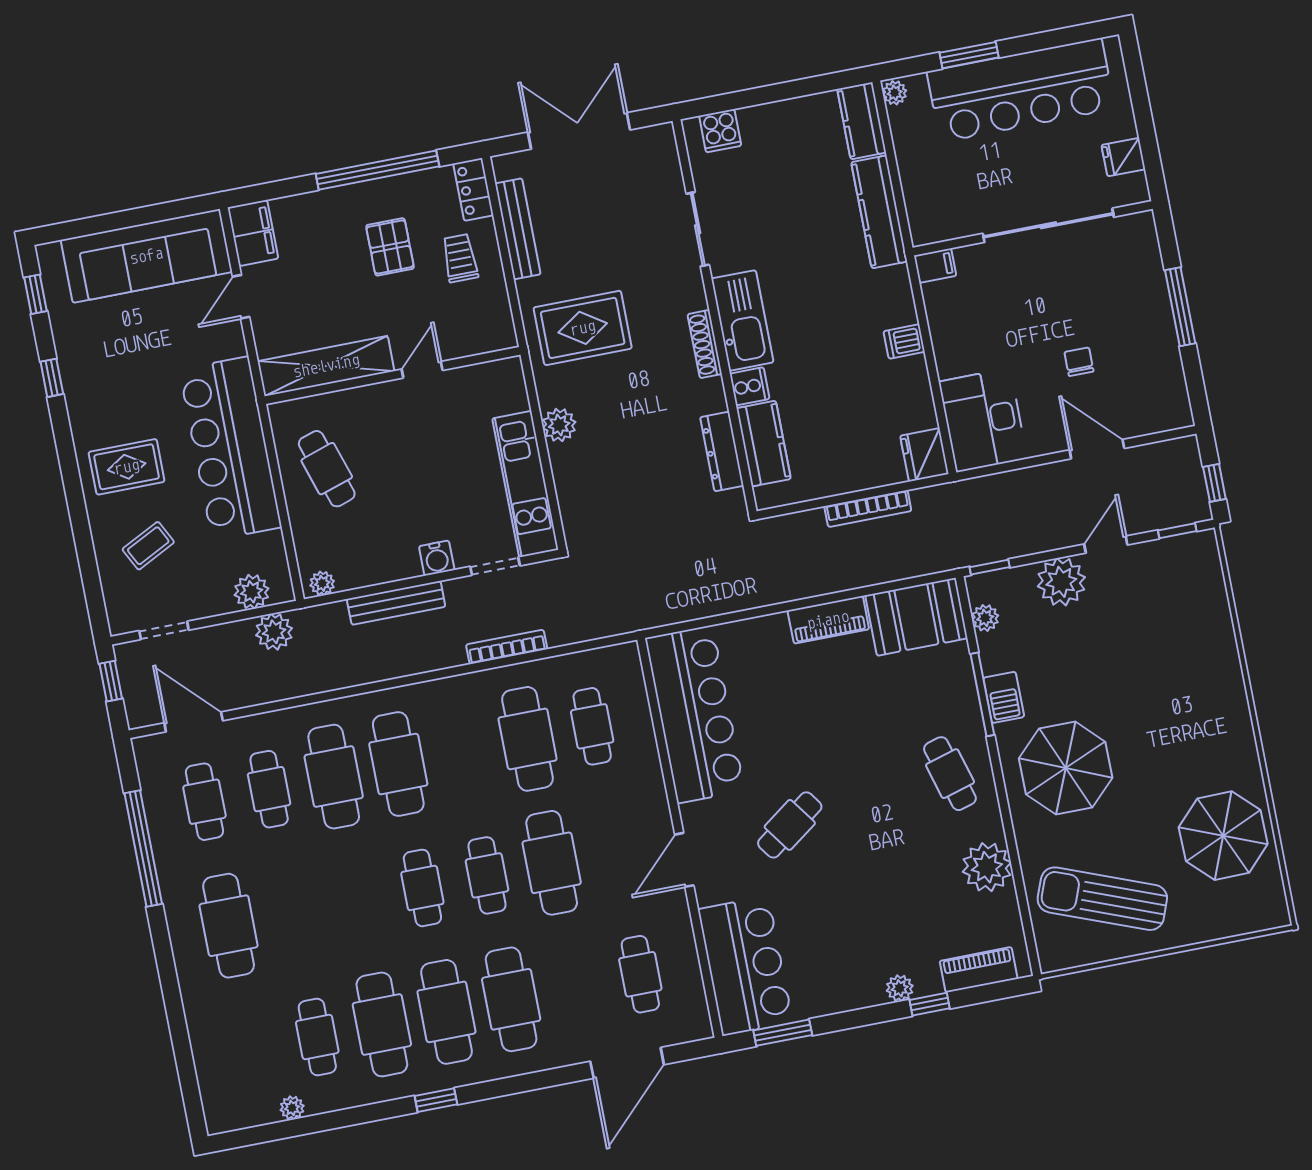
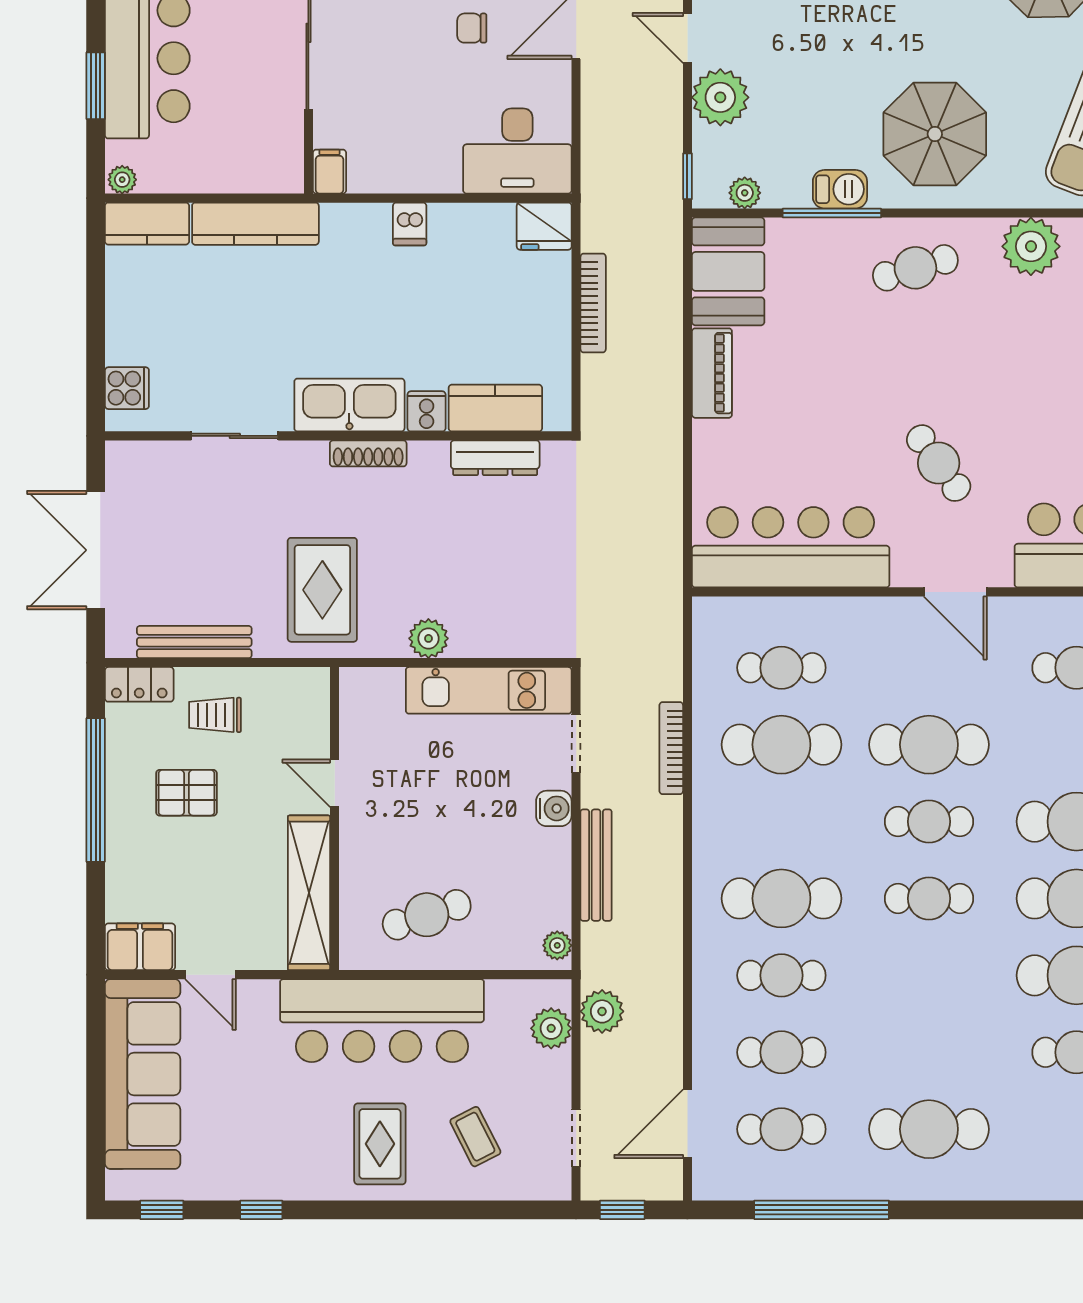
cafe table: (334, 777) -> (781, 975), width x0.73, depth x0.74

